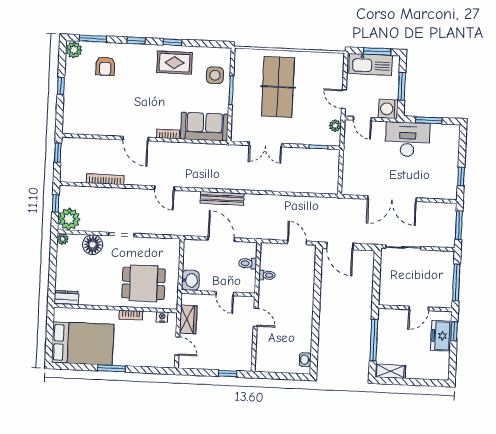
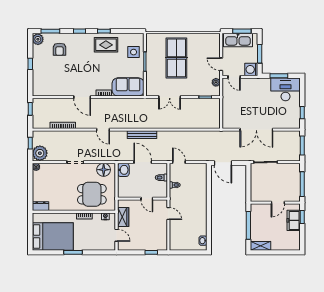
desk: (408, 139) -> (286, 89), moved
door: (297, 242) -> (179, 162), moved
floor lamp: (93, 245) -> (104, 170), moved
washbasin: (190, 280) -> (123, 170), moved

